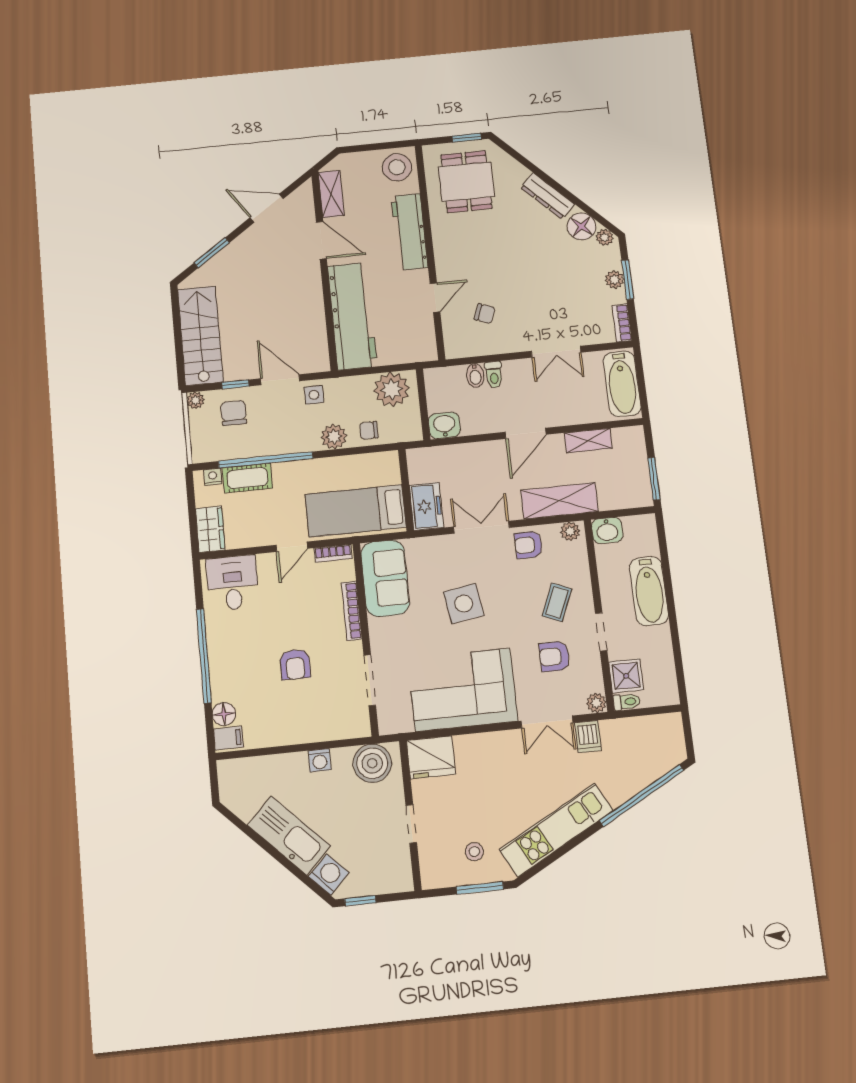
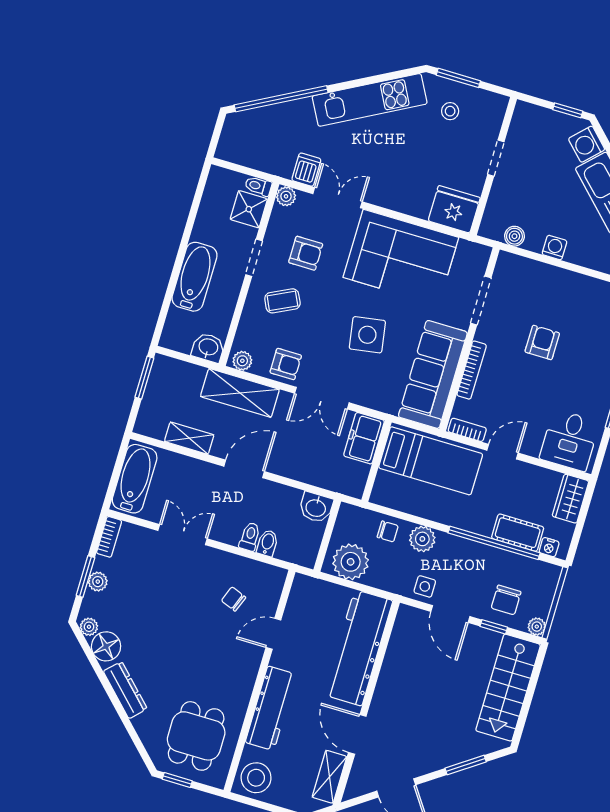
sofa: (385, 578) -> (433, 374), width x1.36
coffee table: (557, 602) -> (282, 301), turned 41
boiler: (372, 763) -> (514, 236), width x0.54, depth x0.54

